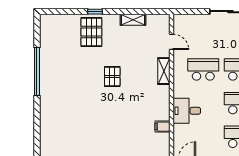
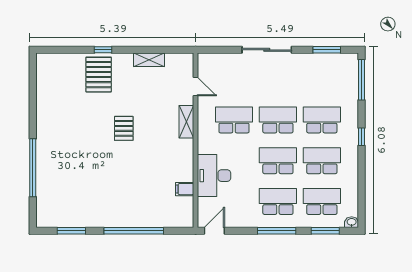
window: (37, 72) -> (33, 168), moved
desk: (187, 111) -> (214, 176), width x1.37

